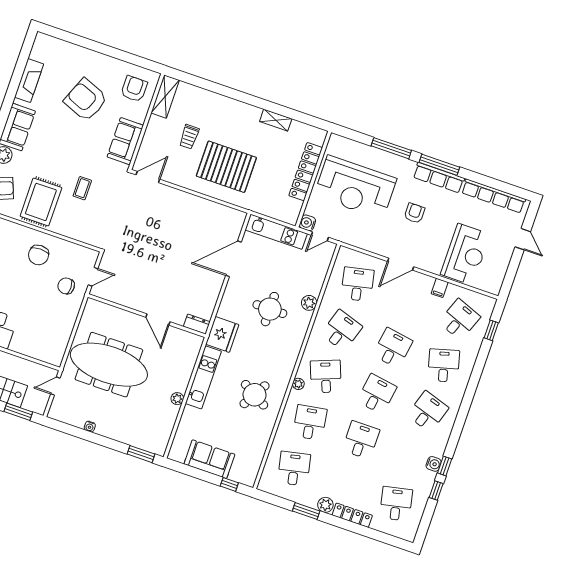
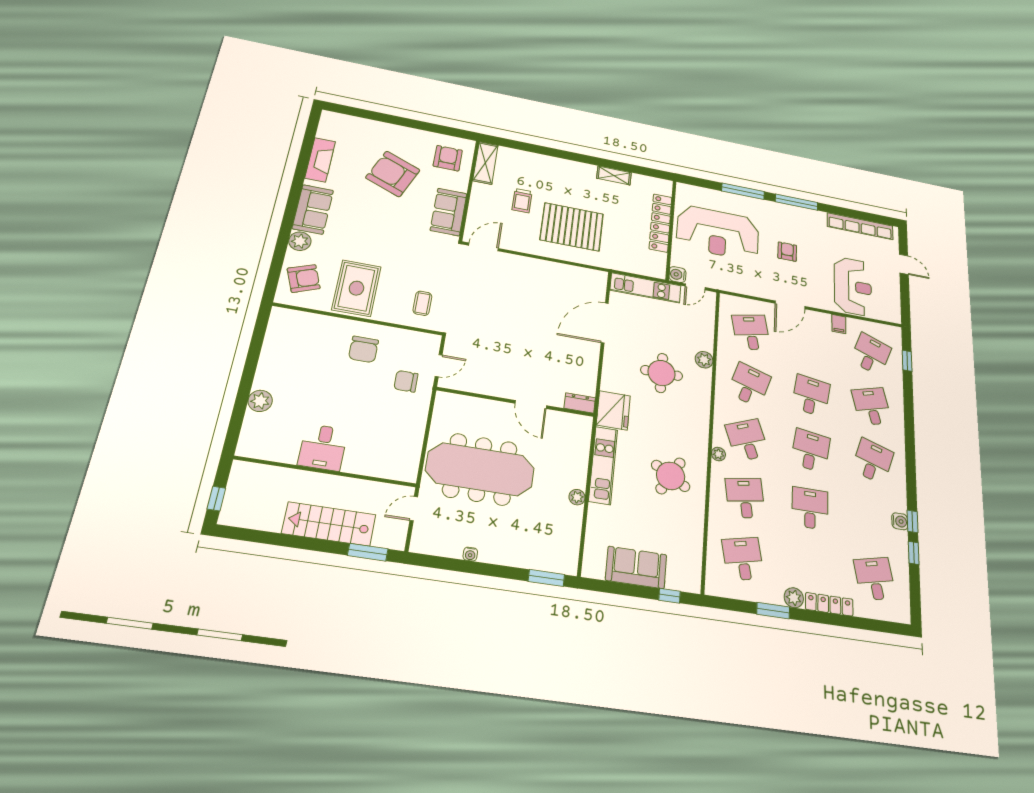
row of seats: (439, 178) -> (800, 215), removed
coffee table: (82, 188) -> (422, 303), moved

